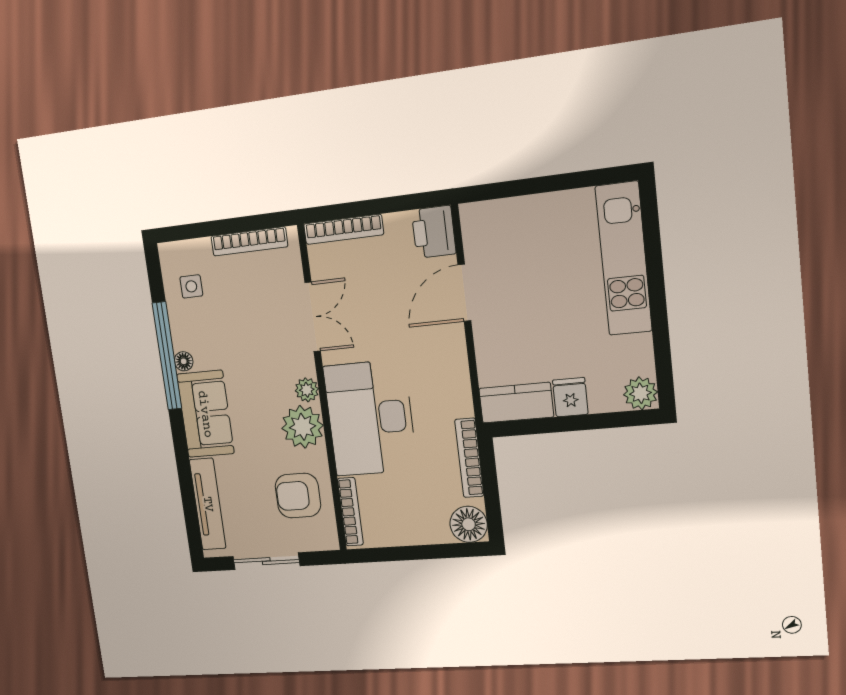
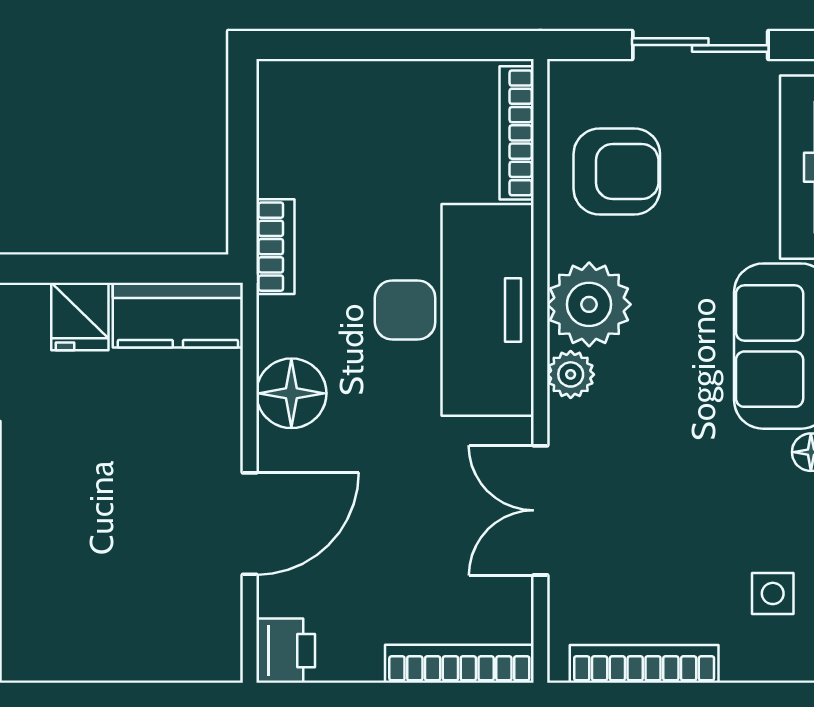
printer: (434, 232) -> (286, 651), width x0.73, depth x0.81
bookcase: (469, 458) -> (275, 247), width x0.64
floor lamp: (469, 524) -> (291, 393), moved

